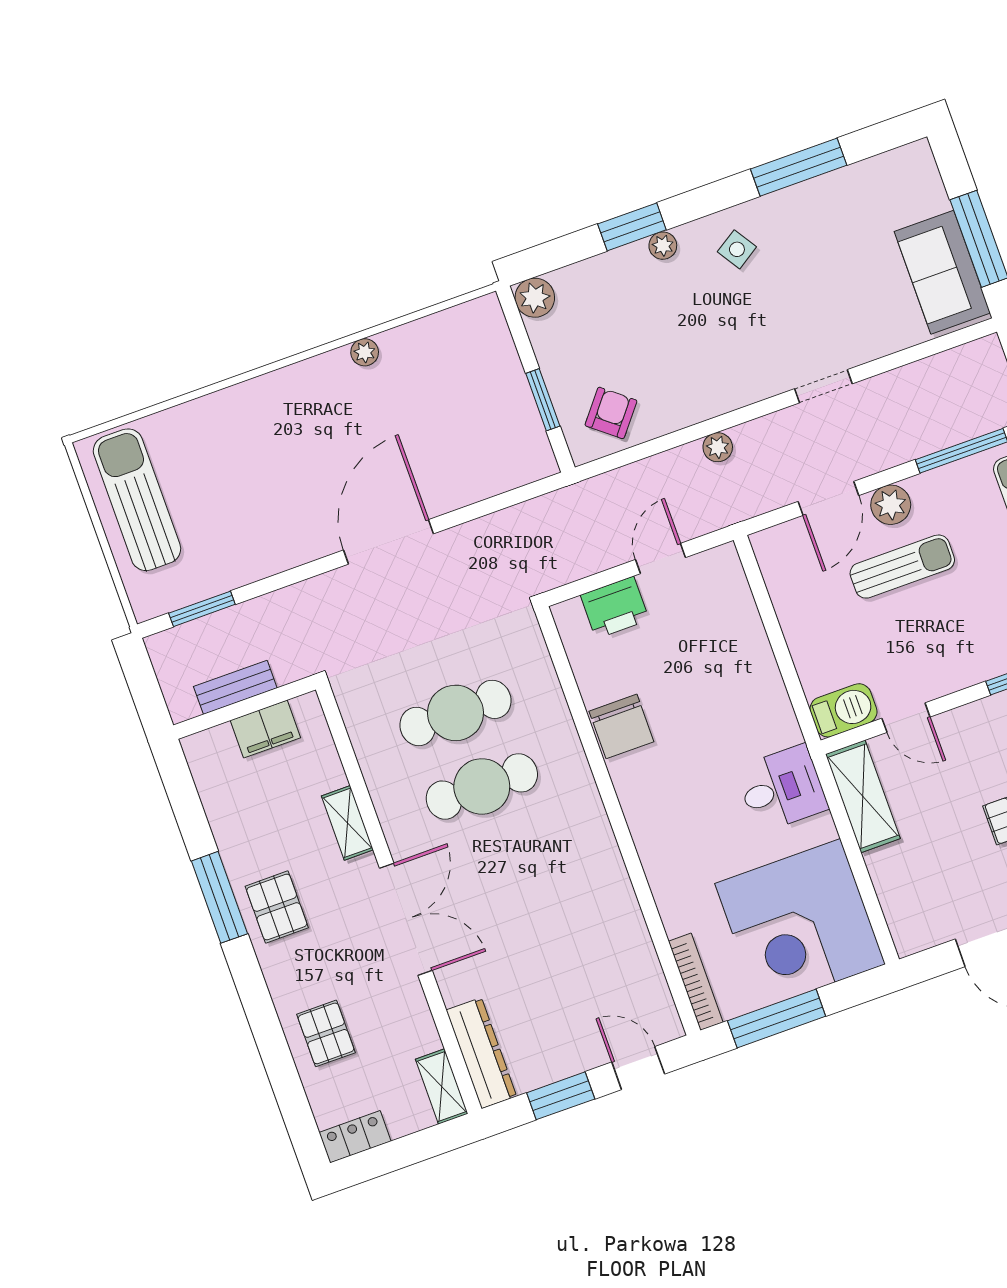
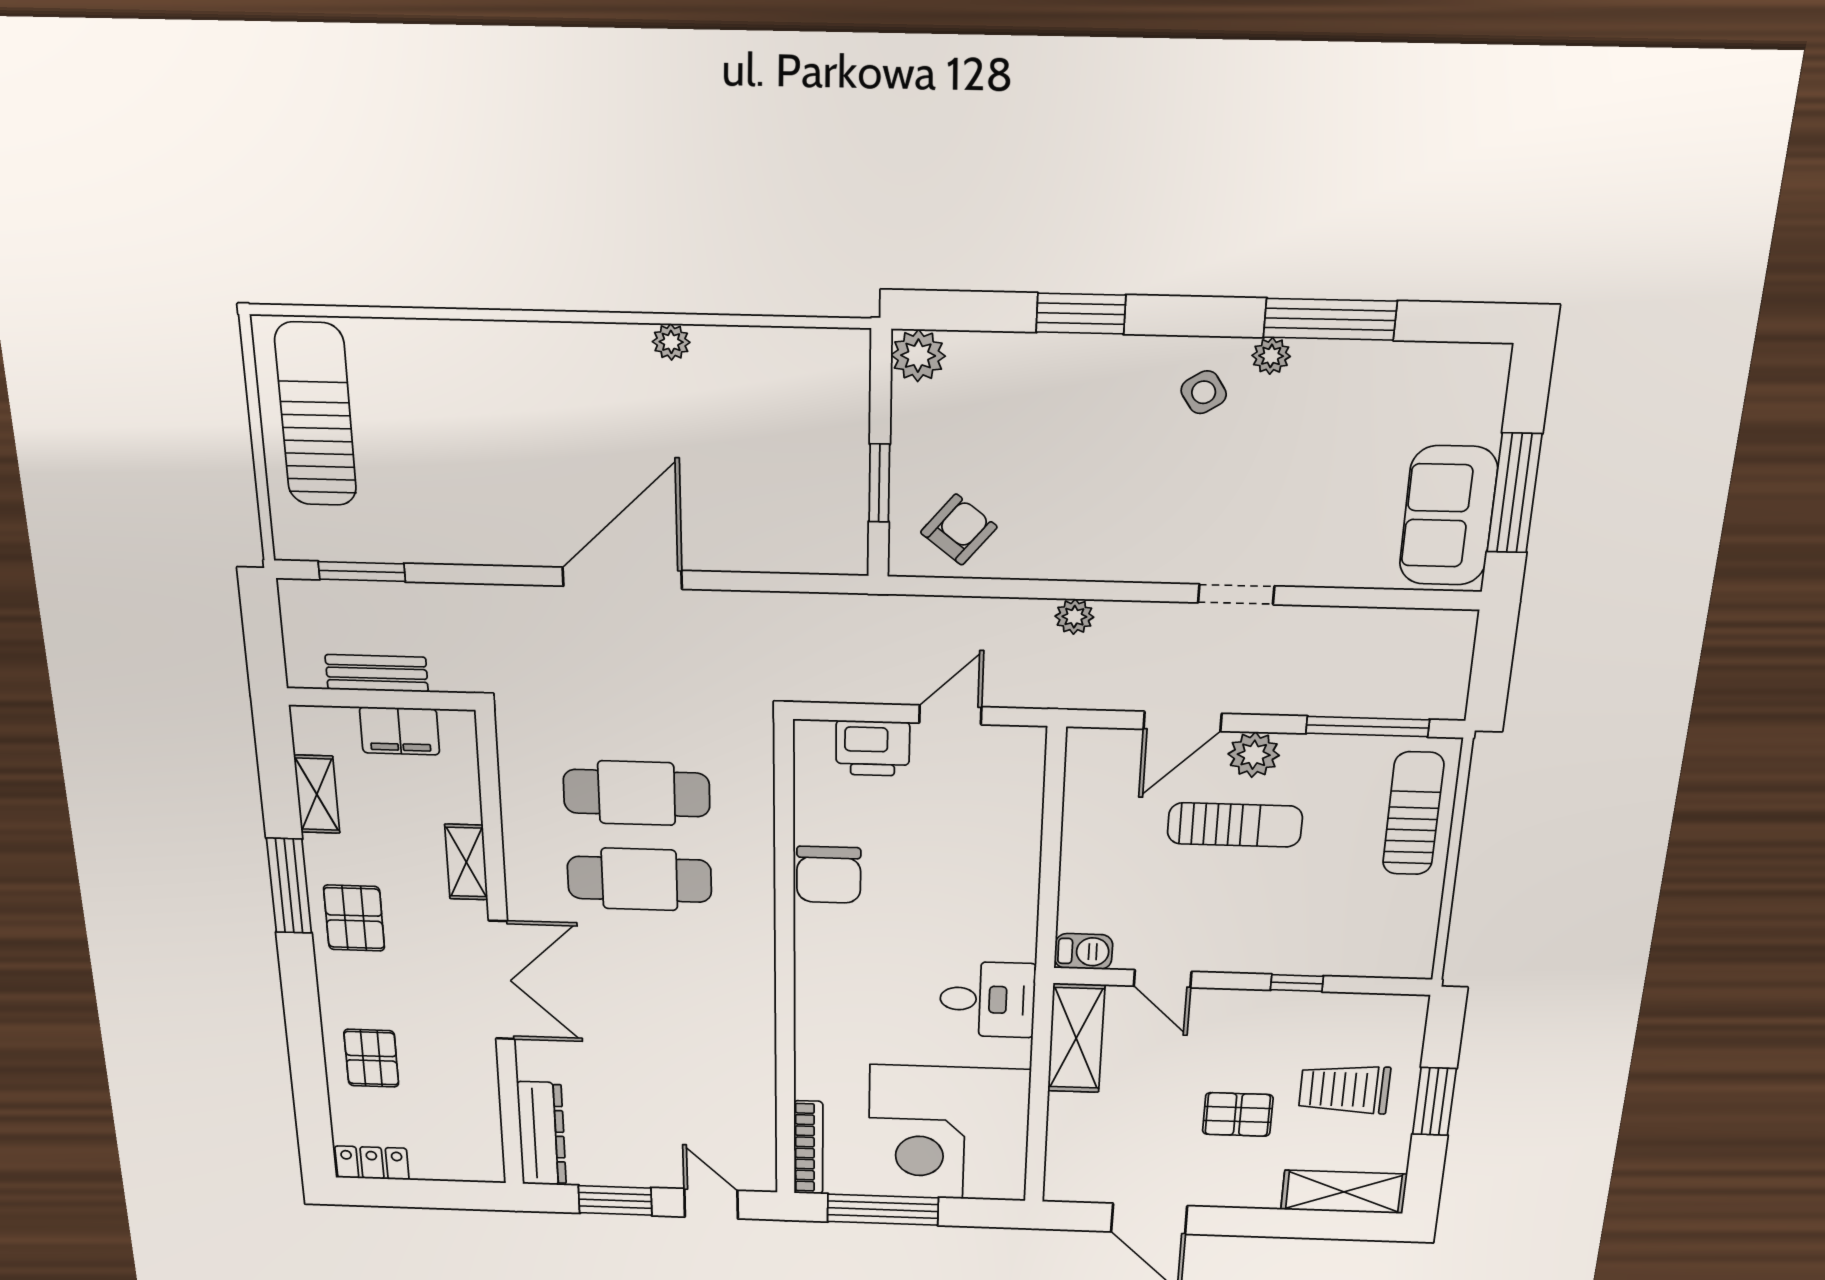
plant: (663, 246) -> (1271, 356), moved
barbecue: (843, 710) -> (1083, 951), width x0.73, depth x0.79
shelving: (442, 1086) -> (317, 794), moved

